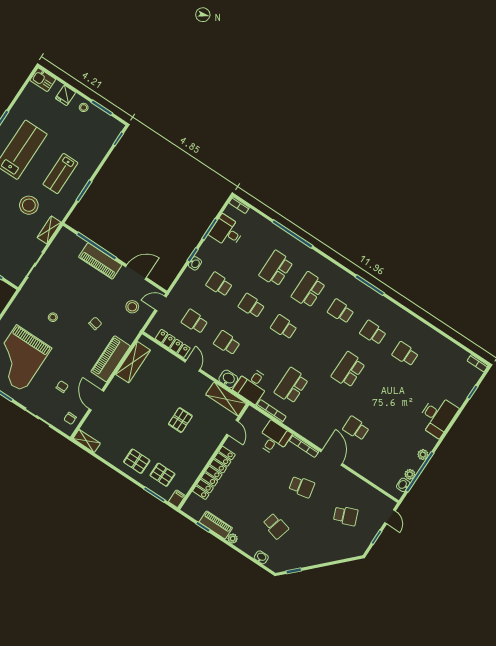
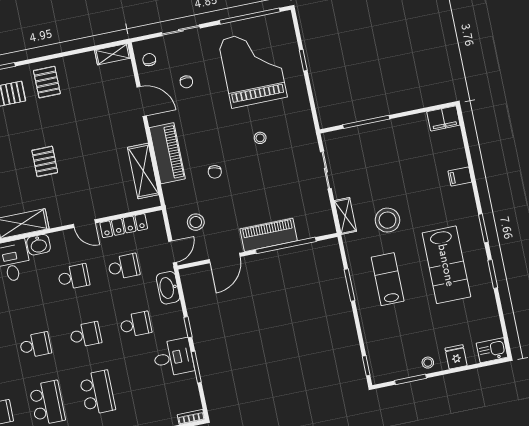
desk: (227, 231) -> (173, 358), moved
washbasin: (195, 263) -> (168, 288), moved, width x1.91, depth x1.45
pallet: (137, 461) -> (47, 82), turned 90

